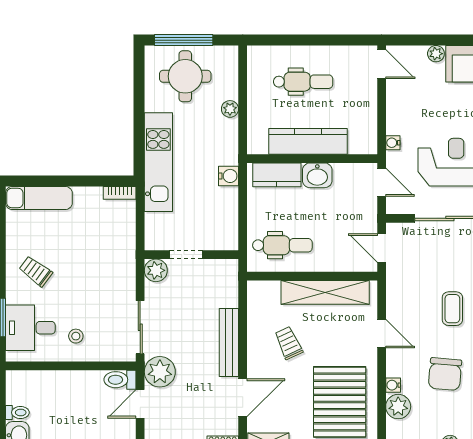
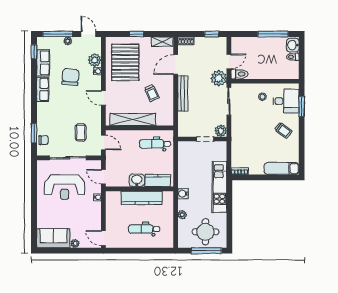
water cooler: (229, 176) -> (183, 194), moved
coffee table: (452, 309) -> (81, 132), moved

